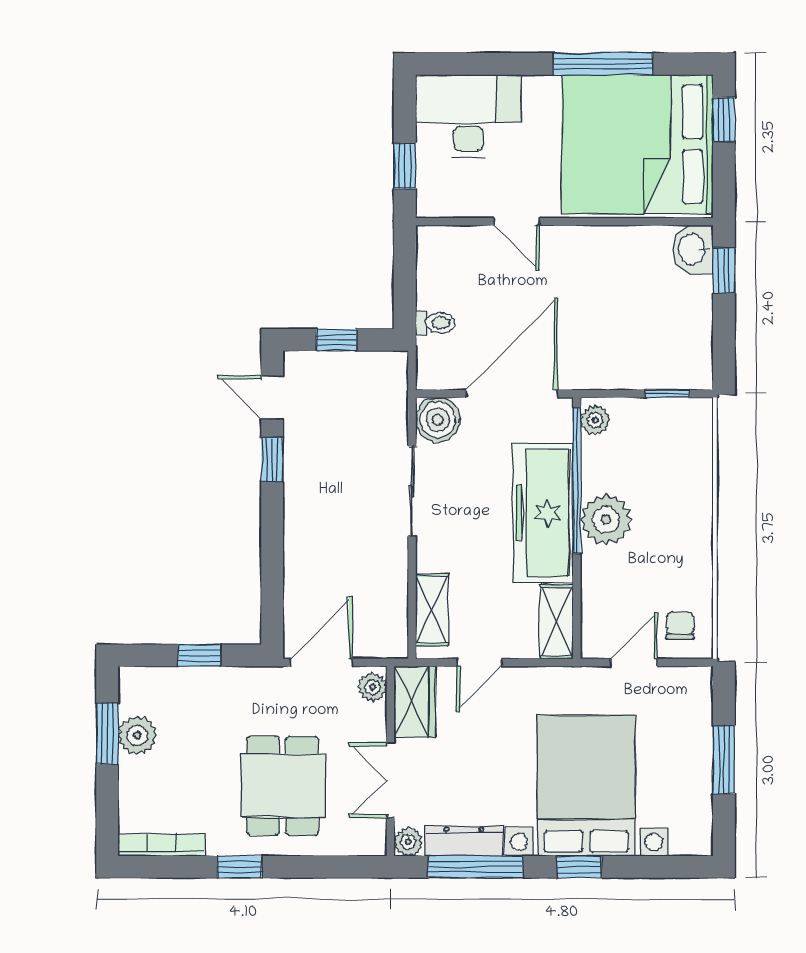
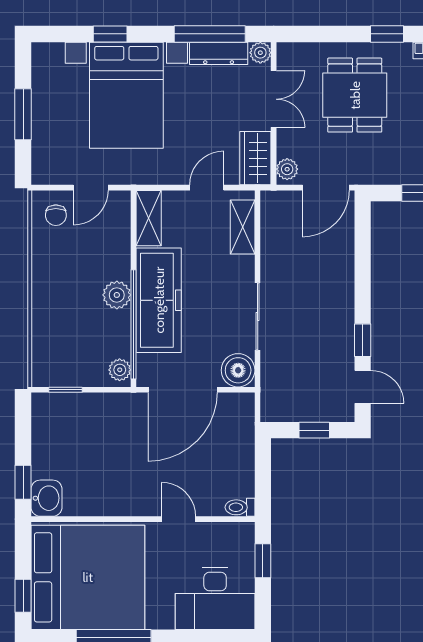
toilet: (435, 323) -> (240, 507), moved
plant: (606, 520) -> (117, 295), width x0.73, depth x0.73
window: (579, 867) -> (110, 34), moved

